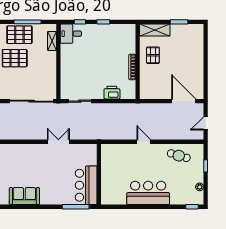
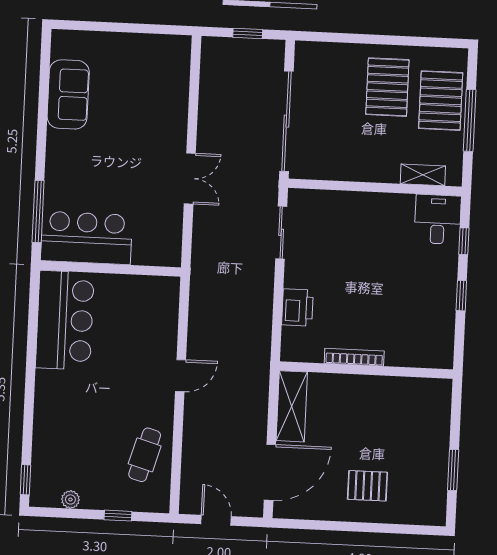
shelving: (155, 30) -> (292, 406), moved
pallet: (153, 55) -> (367, 486), moved
bar counter: (148, 193) -> (65, 320), moved

